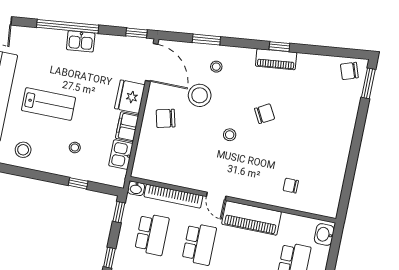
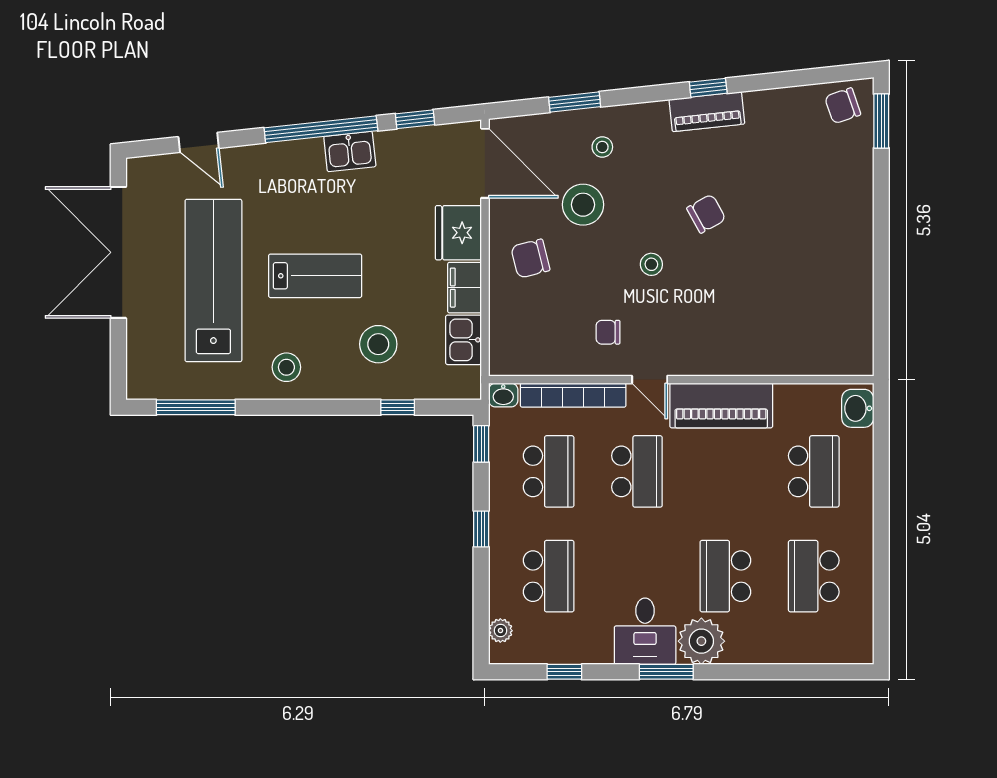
window: (137, 33) -> (415, 119), moved
stool: (75, 147) -> (378, 344), width x1.89, depth x1.89
chair: (291, 186) -> (608, 332), moved

